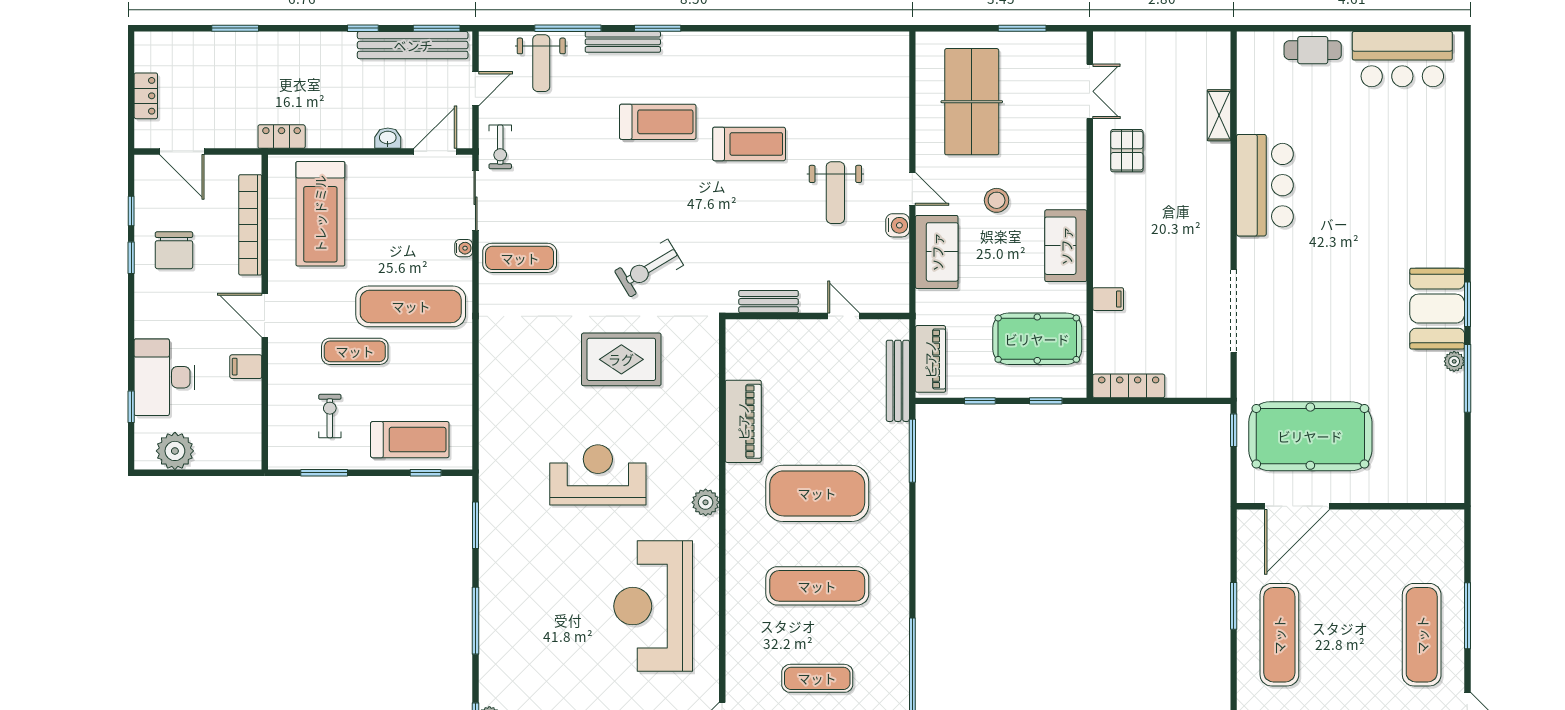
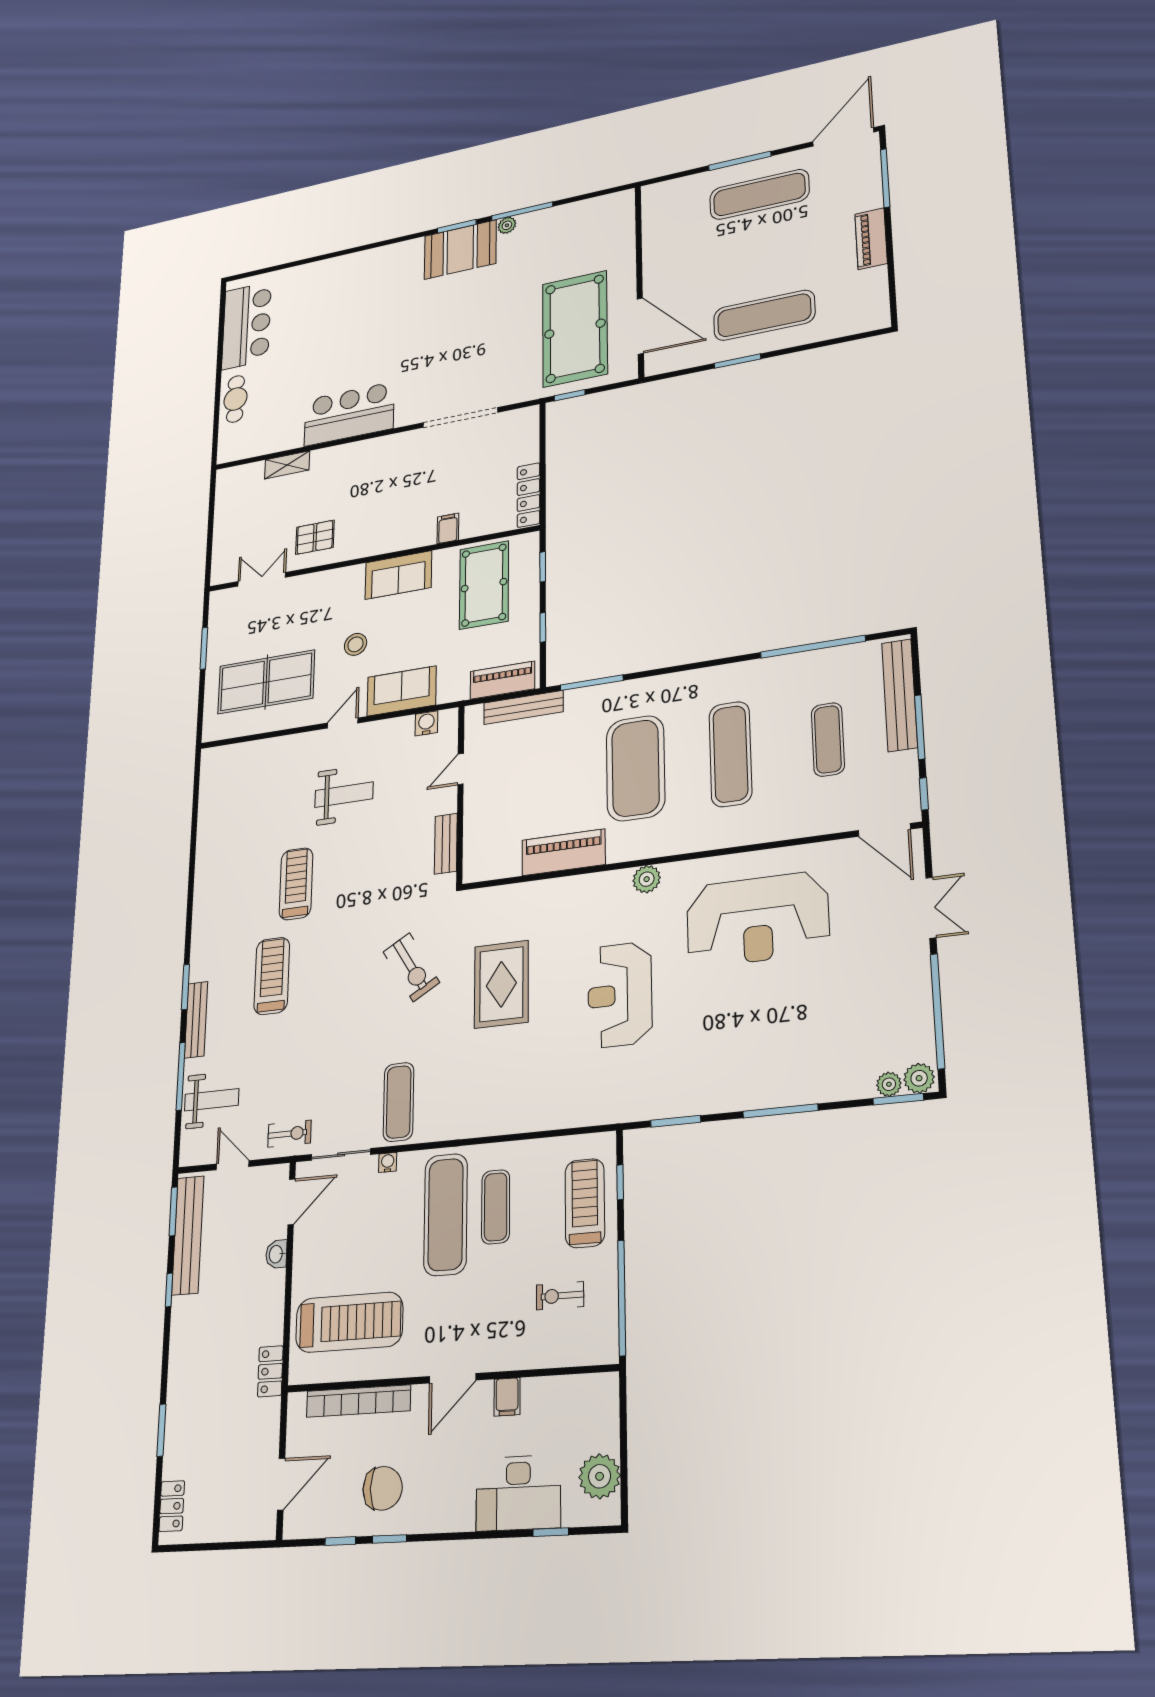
locker: (146, 96) -> (172, 1506), moved, turned 90
door: (435, 152) -> (291, 1202), swing flipped
water cooler: (898, 225) -> (426, 723), moved
exercise mat: (355, 351) -> (496, 1207), moved
window: (324, 473) -> (622, 1298), width x2.11

